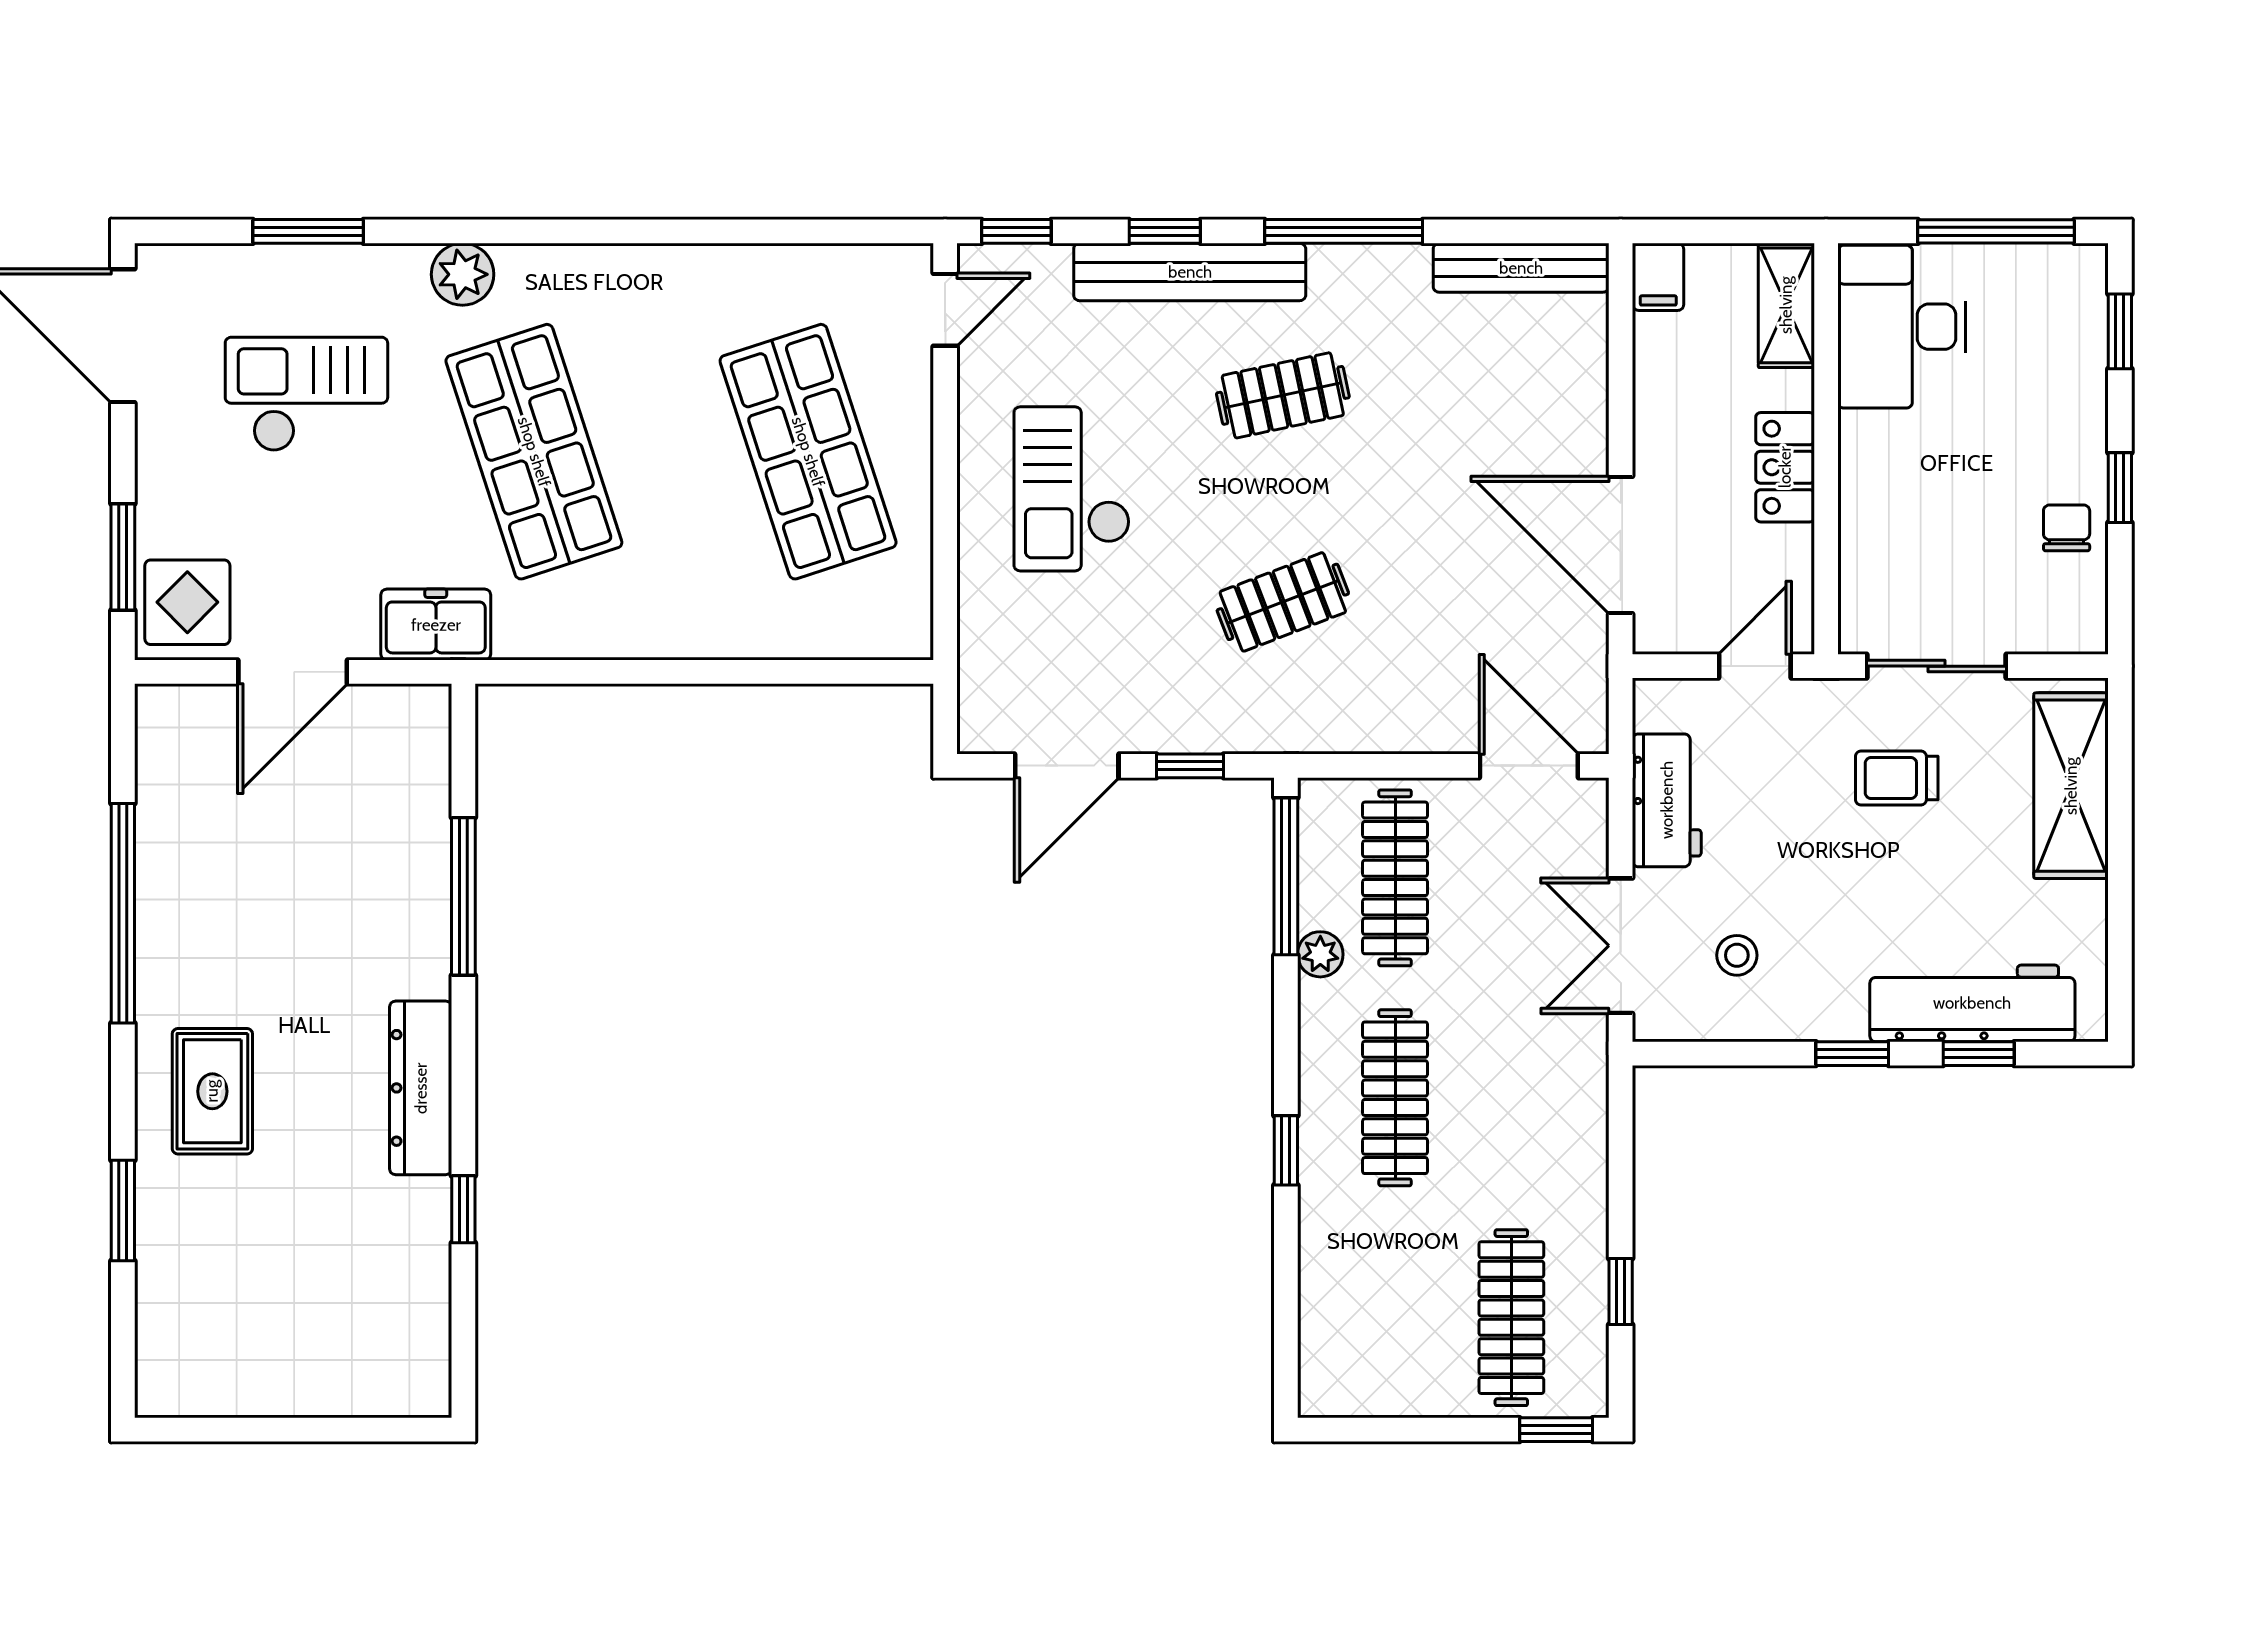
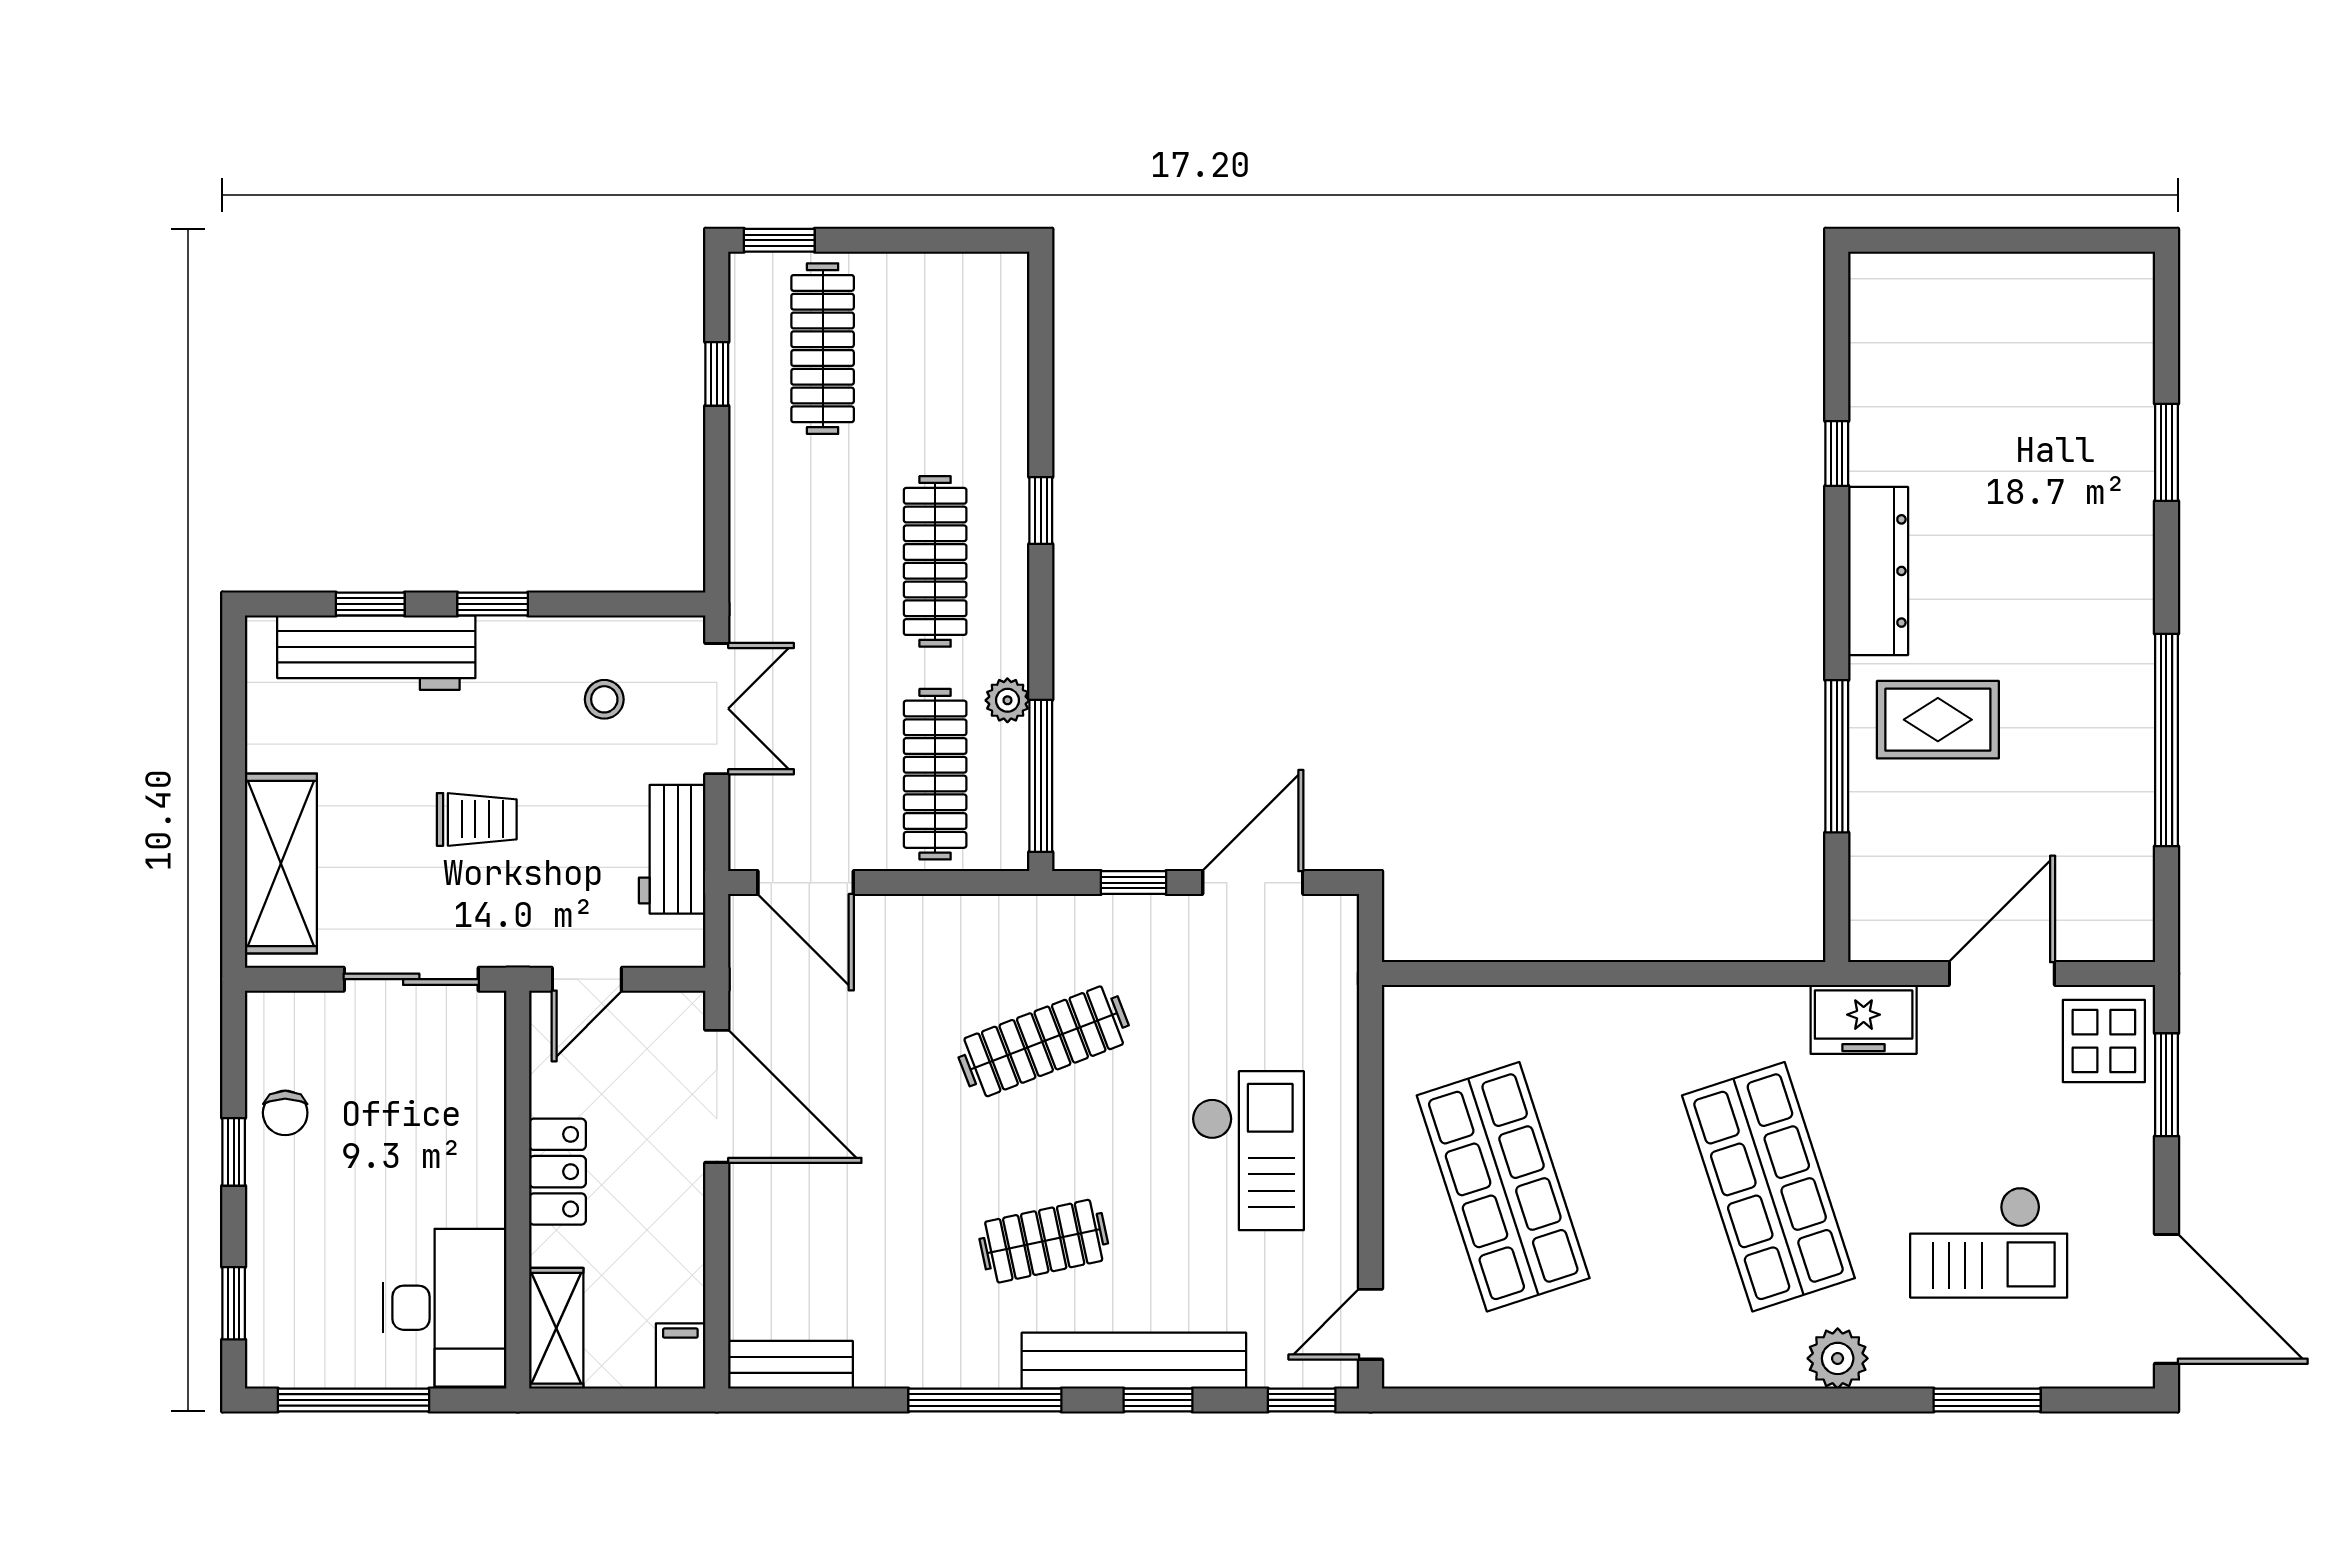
bench: (1521, 268) -> (790, 1365), width x0.73
clothes rail: (1283, 602) -> (1044, 1041), width x1.36
trolley: (1897, 778) -> (477, 819), moved
rug: (212, 1091) -> (1938, 720), moved, turned 90

